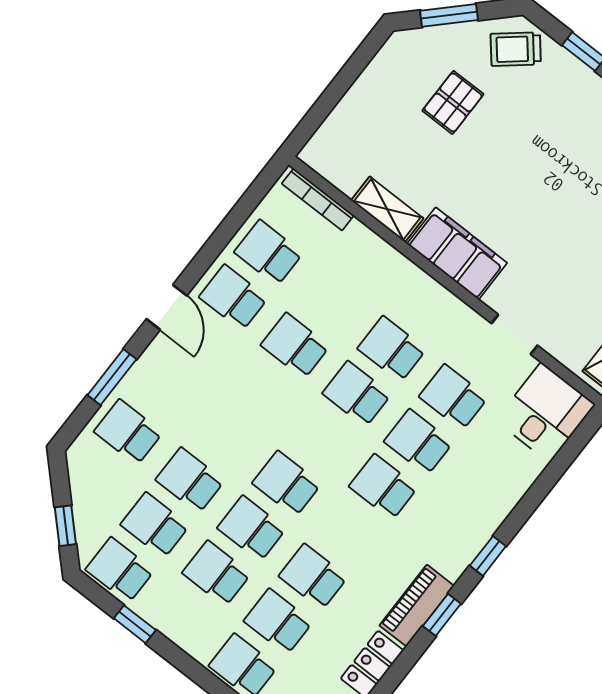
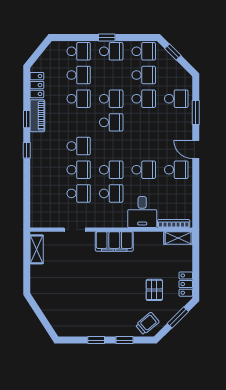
locker: (385, 67) -> (186, 284), added
shelving: (387, 209) -> (178, 238), moved
school desk: (268, 253) -> (176, 193), removed
desk: (546, 412) -> (142, 212), moved
school desk: (216, 573) -> (111, 51), moved
window: (135, 624) -> (107, 37), moved

